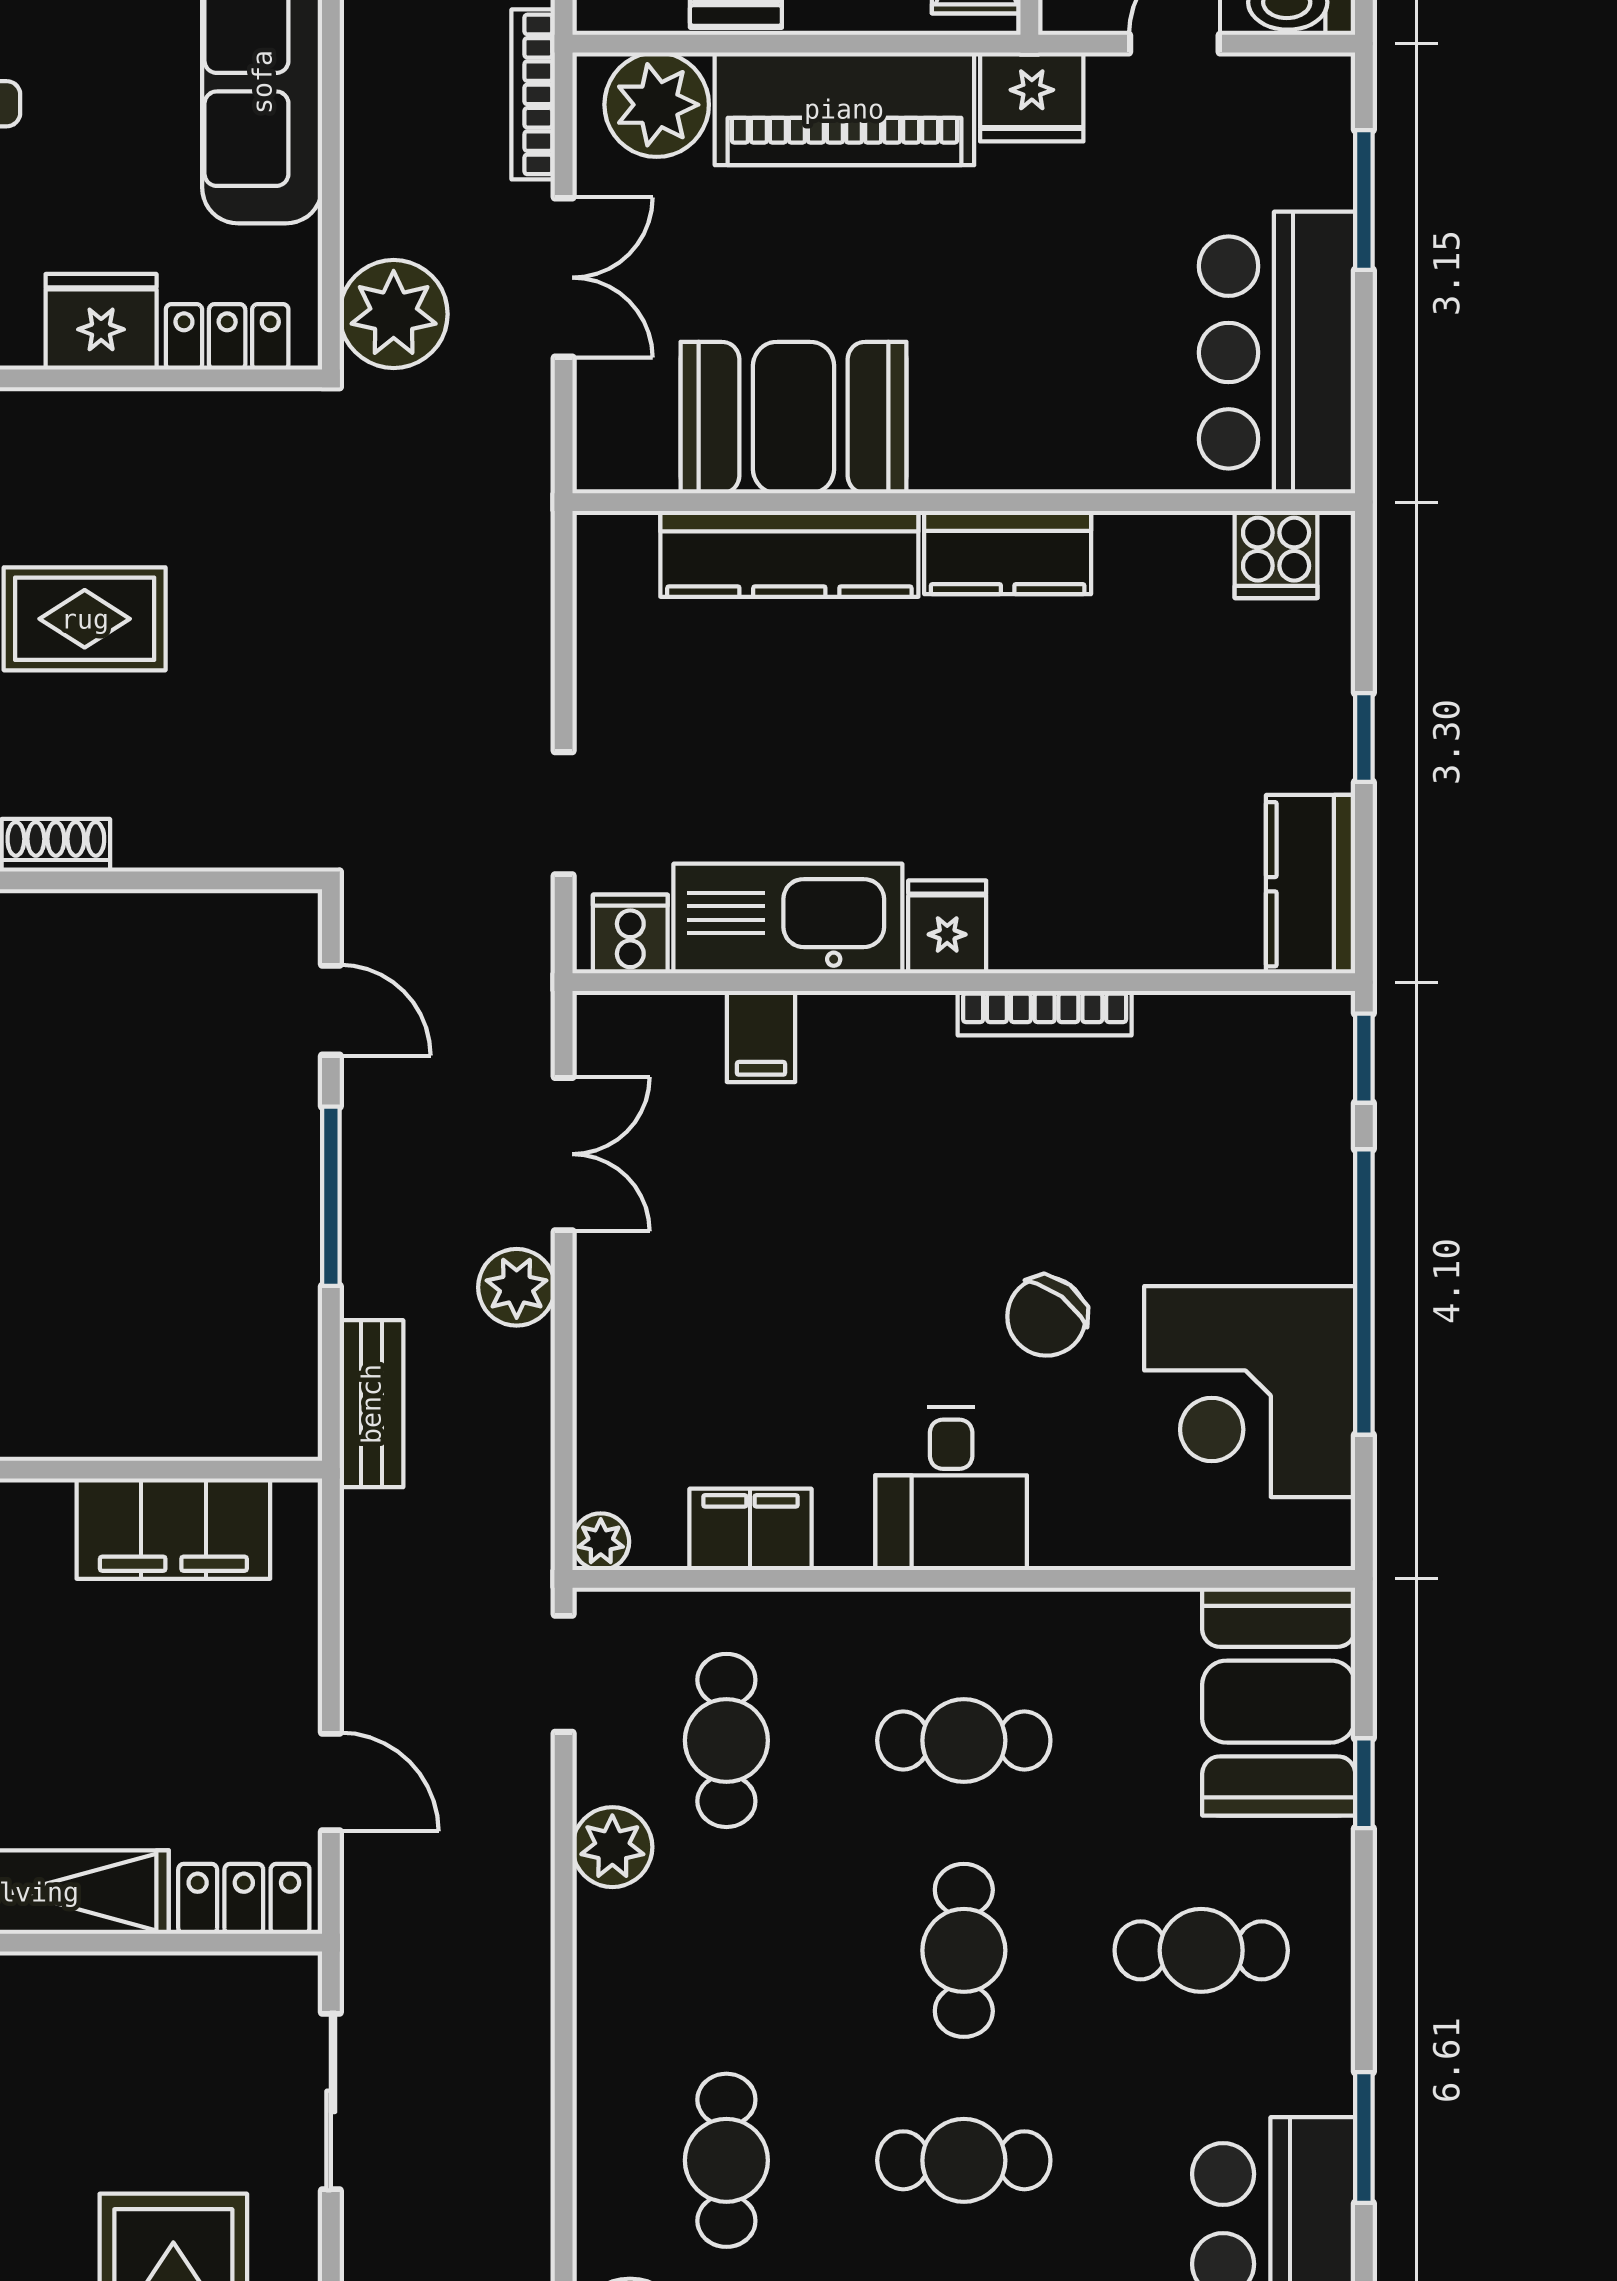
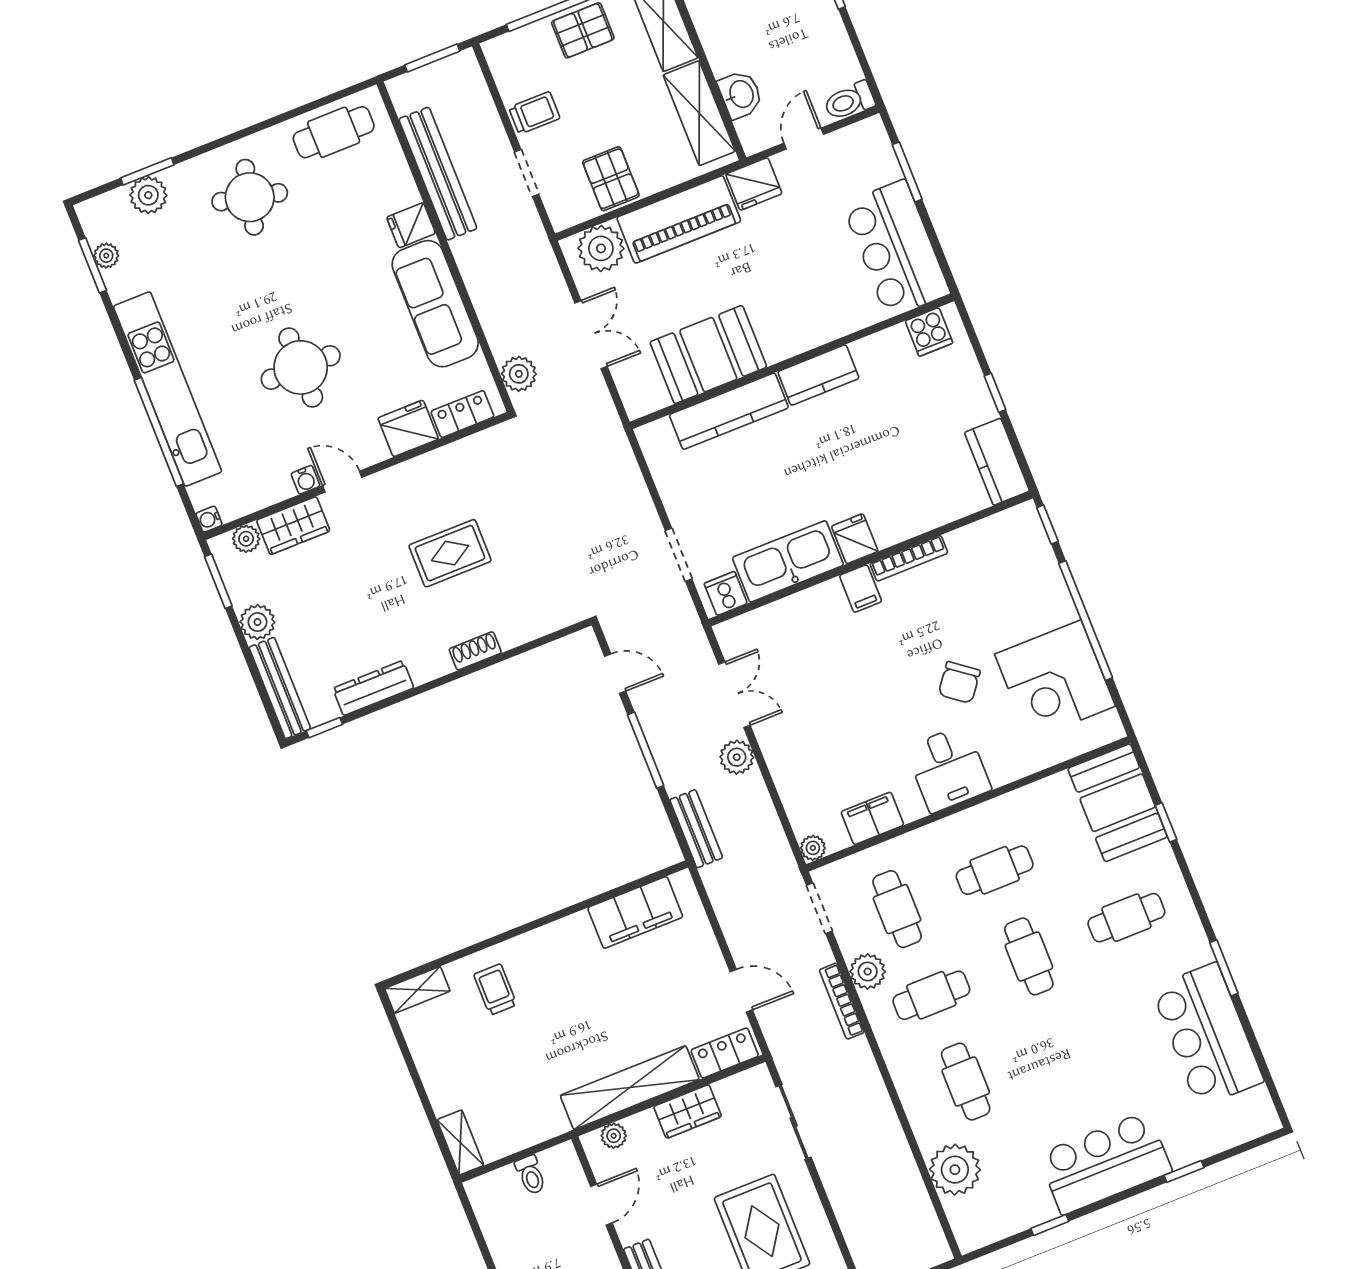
bookcase: (533, 94) -> (842, 1001), moved
plant: (394, 314) -> (519, 374), width x0.73, depth x0.73
filing cabinet: (761, 1036) -> (861, 589), moved
wardrobe: (117, 1991) -> (688, 1111), added
cafe table: (964, 2160) -> (931, 995), moved

